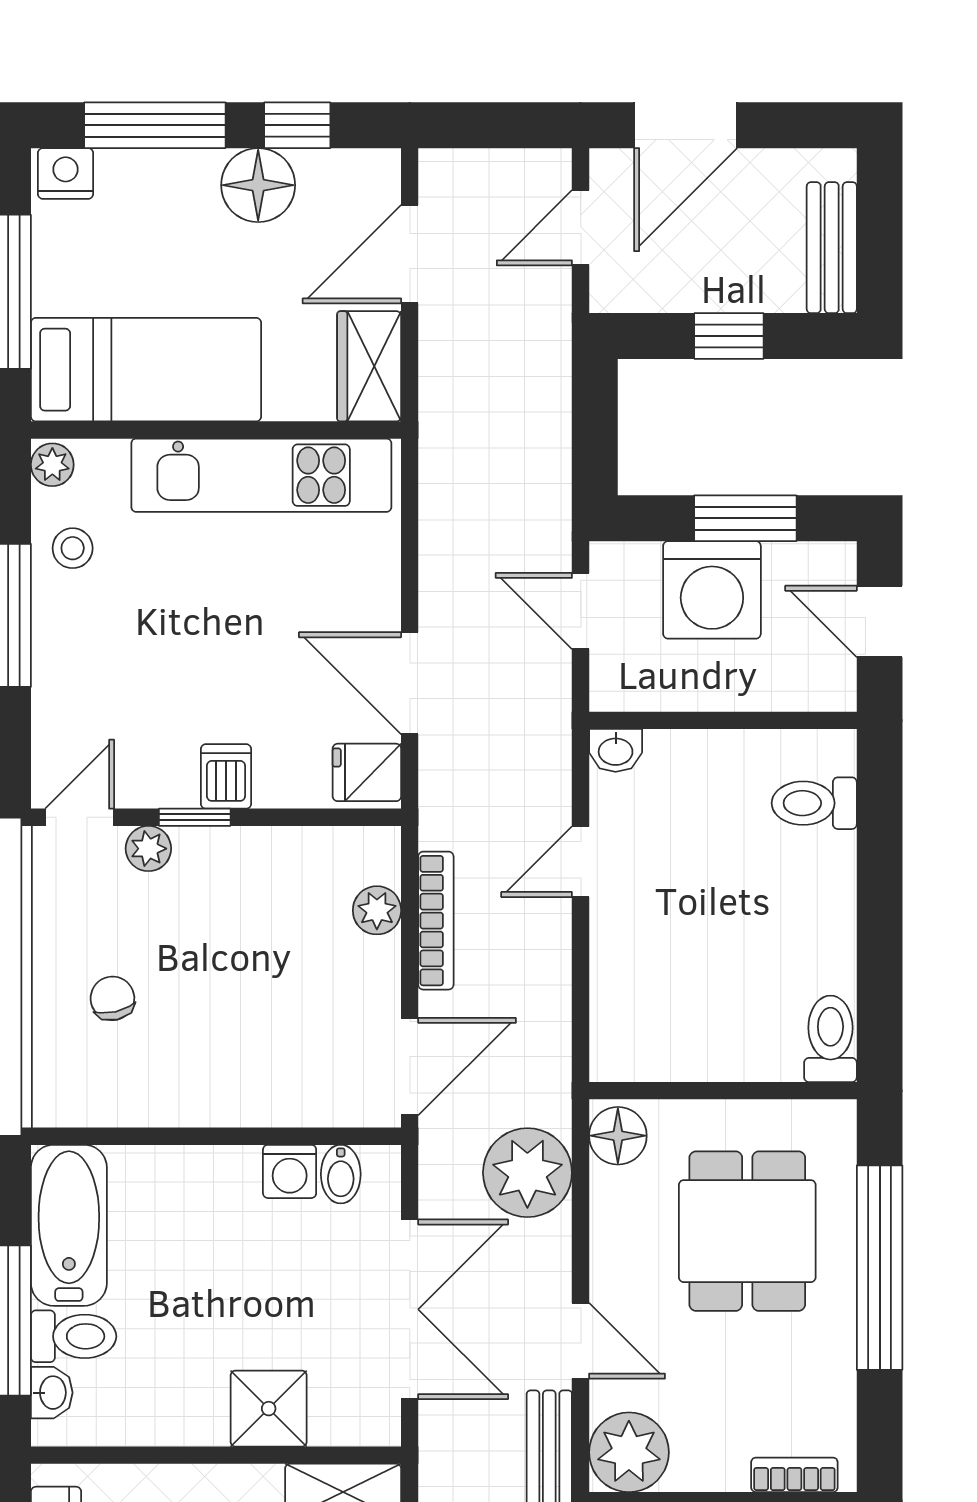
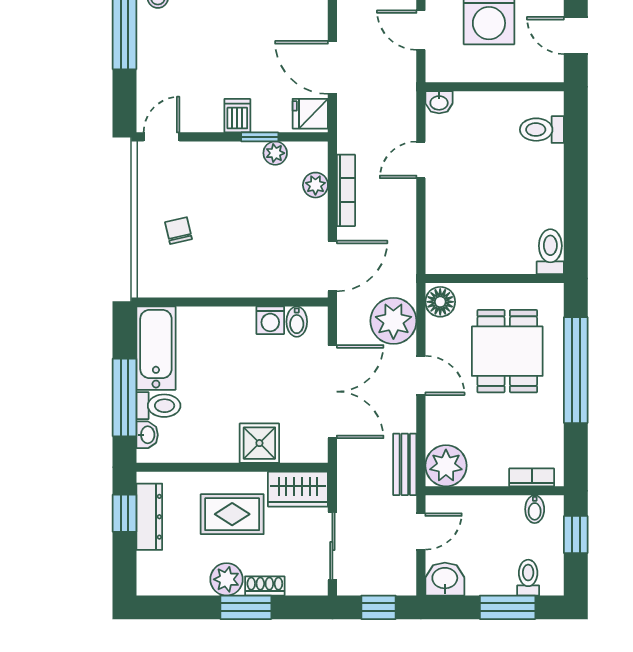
window: (195, 817) -> (260, 137), moved
plant: (148, 849) -> (275, 153), moved
door: (581, 1341) -> (421, 375), moved

